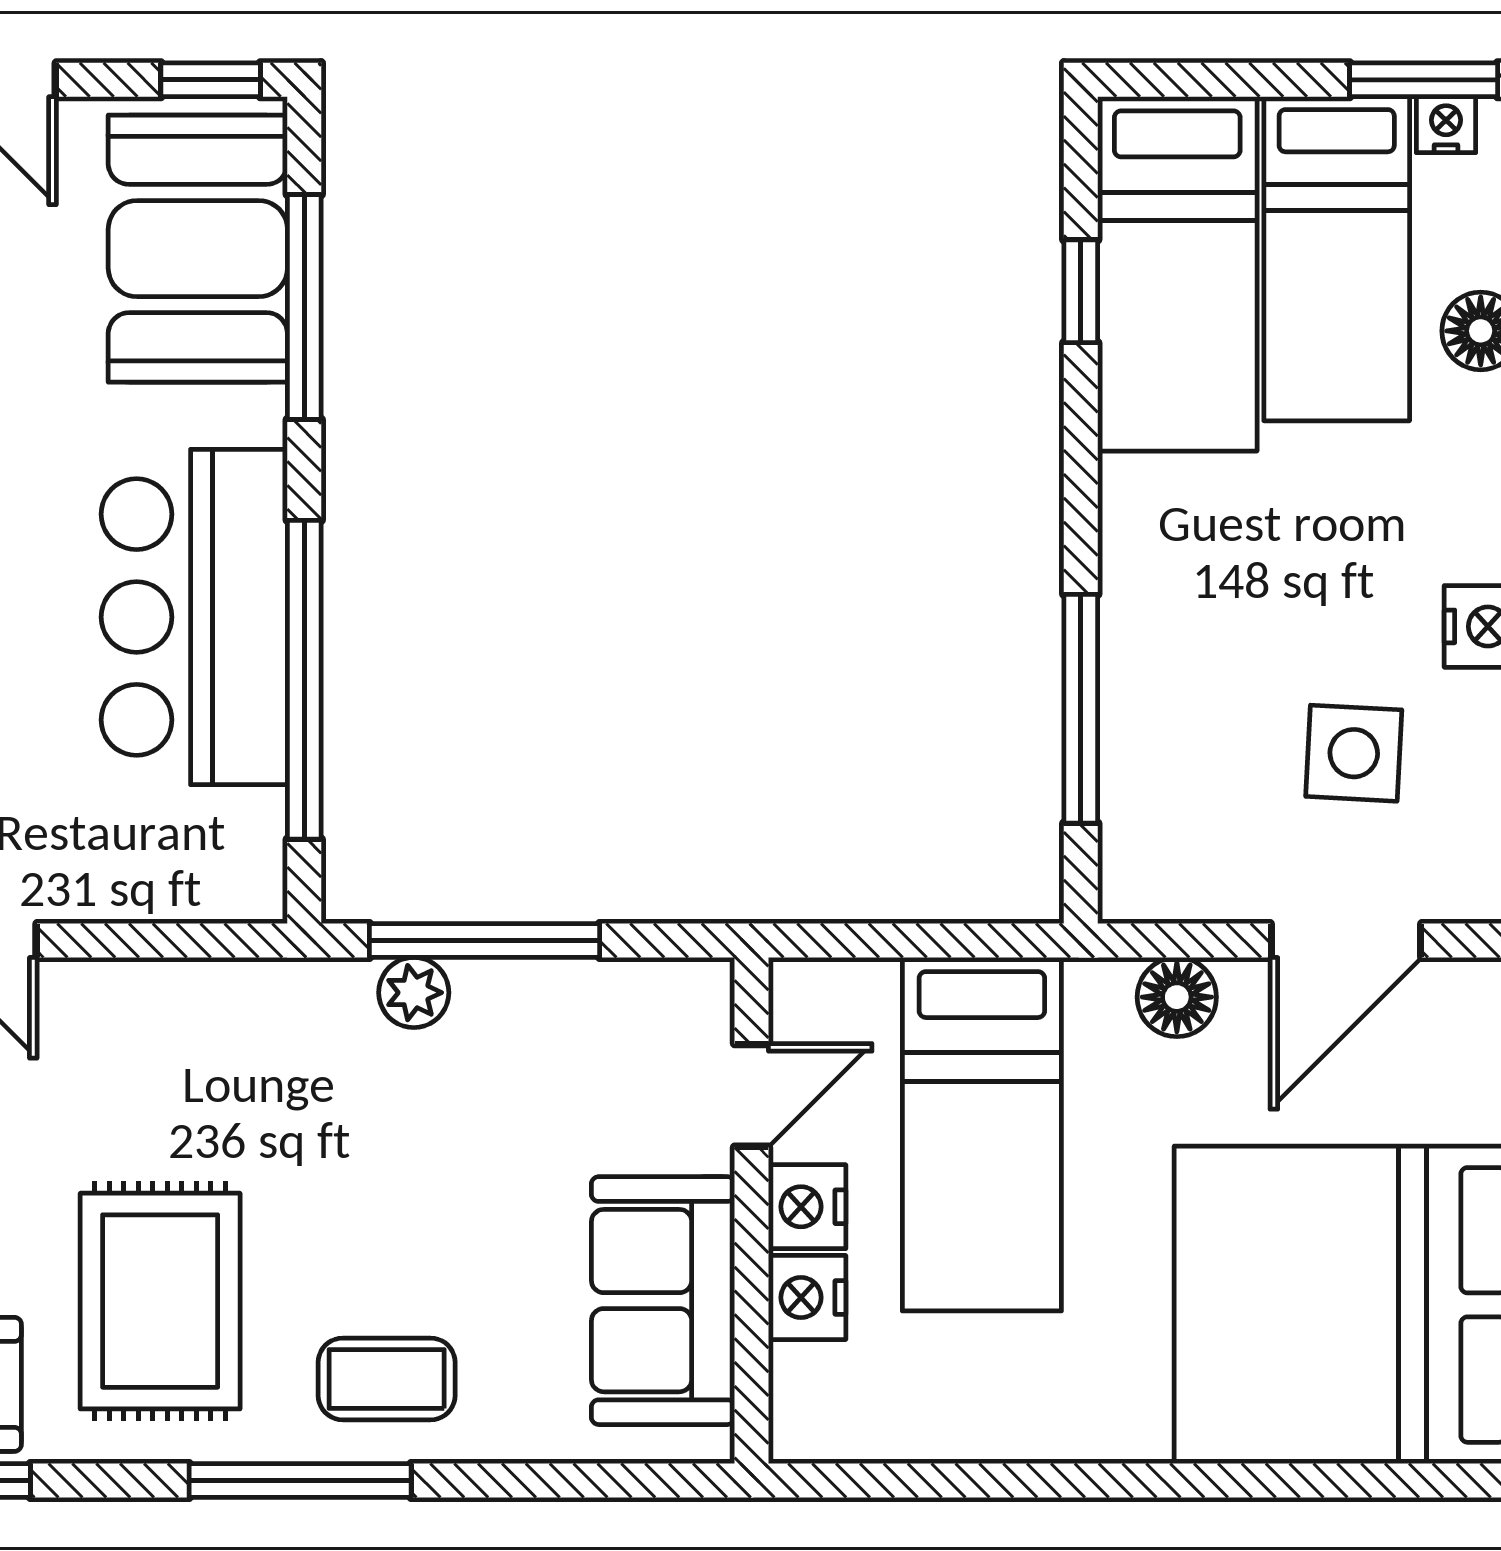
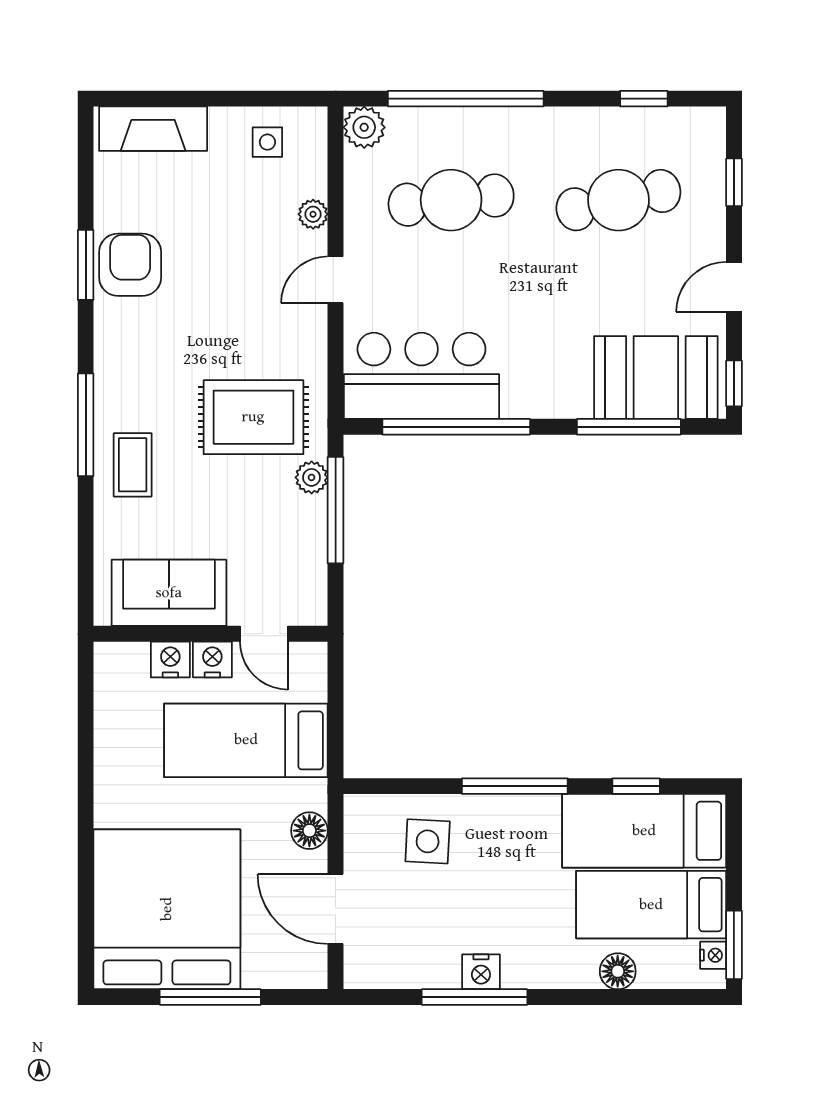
bar counter: (194, 617) -> (421, 376), moved
window: (1081, 709) -> (515, 786), moved
side table: (1354, 753) -> (428, 841), moved
rug: (160, 1301) -> (253, 417), moved

